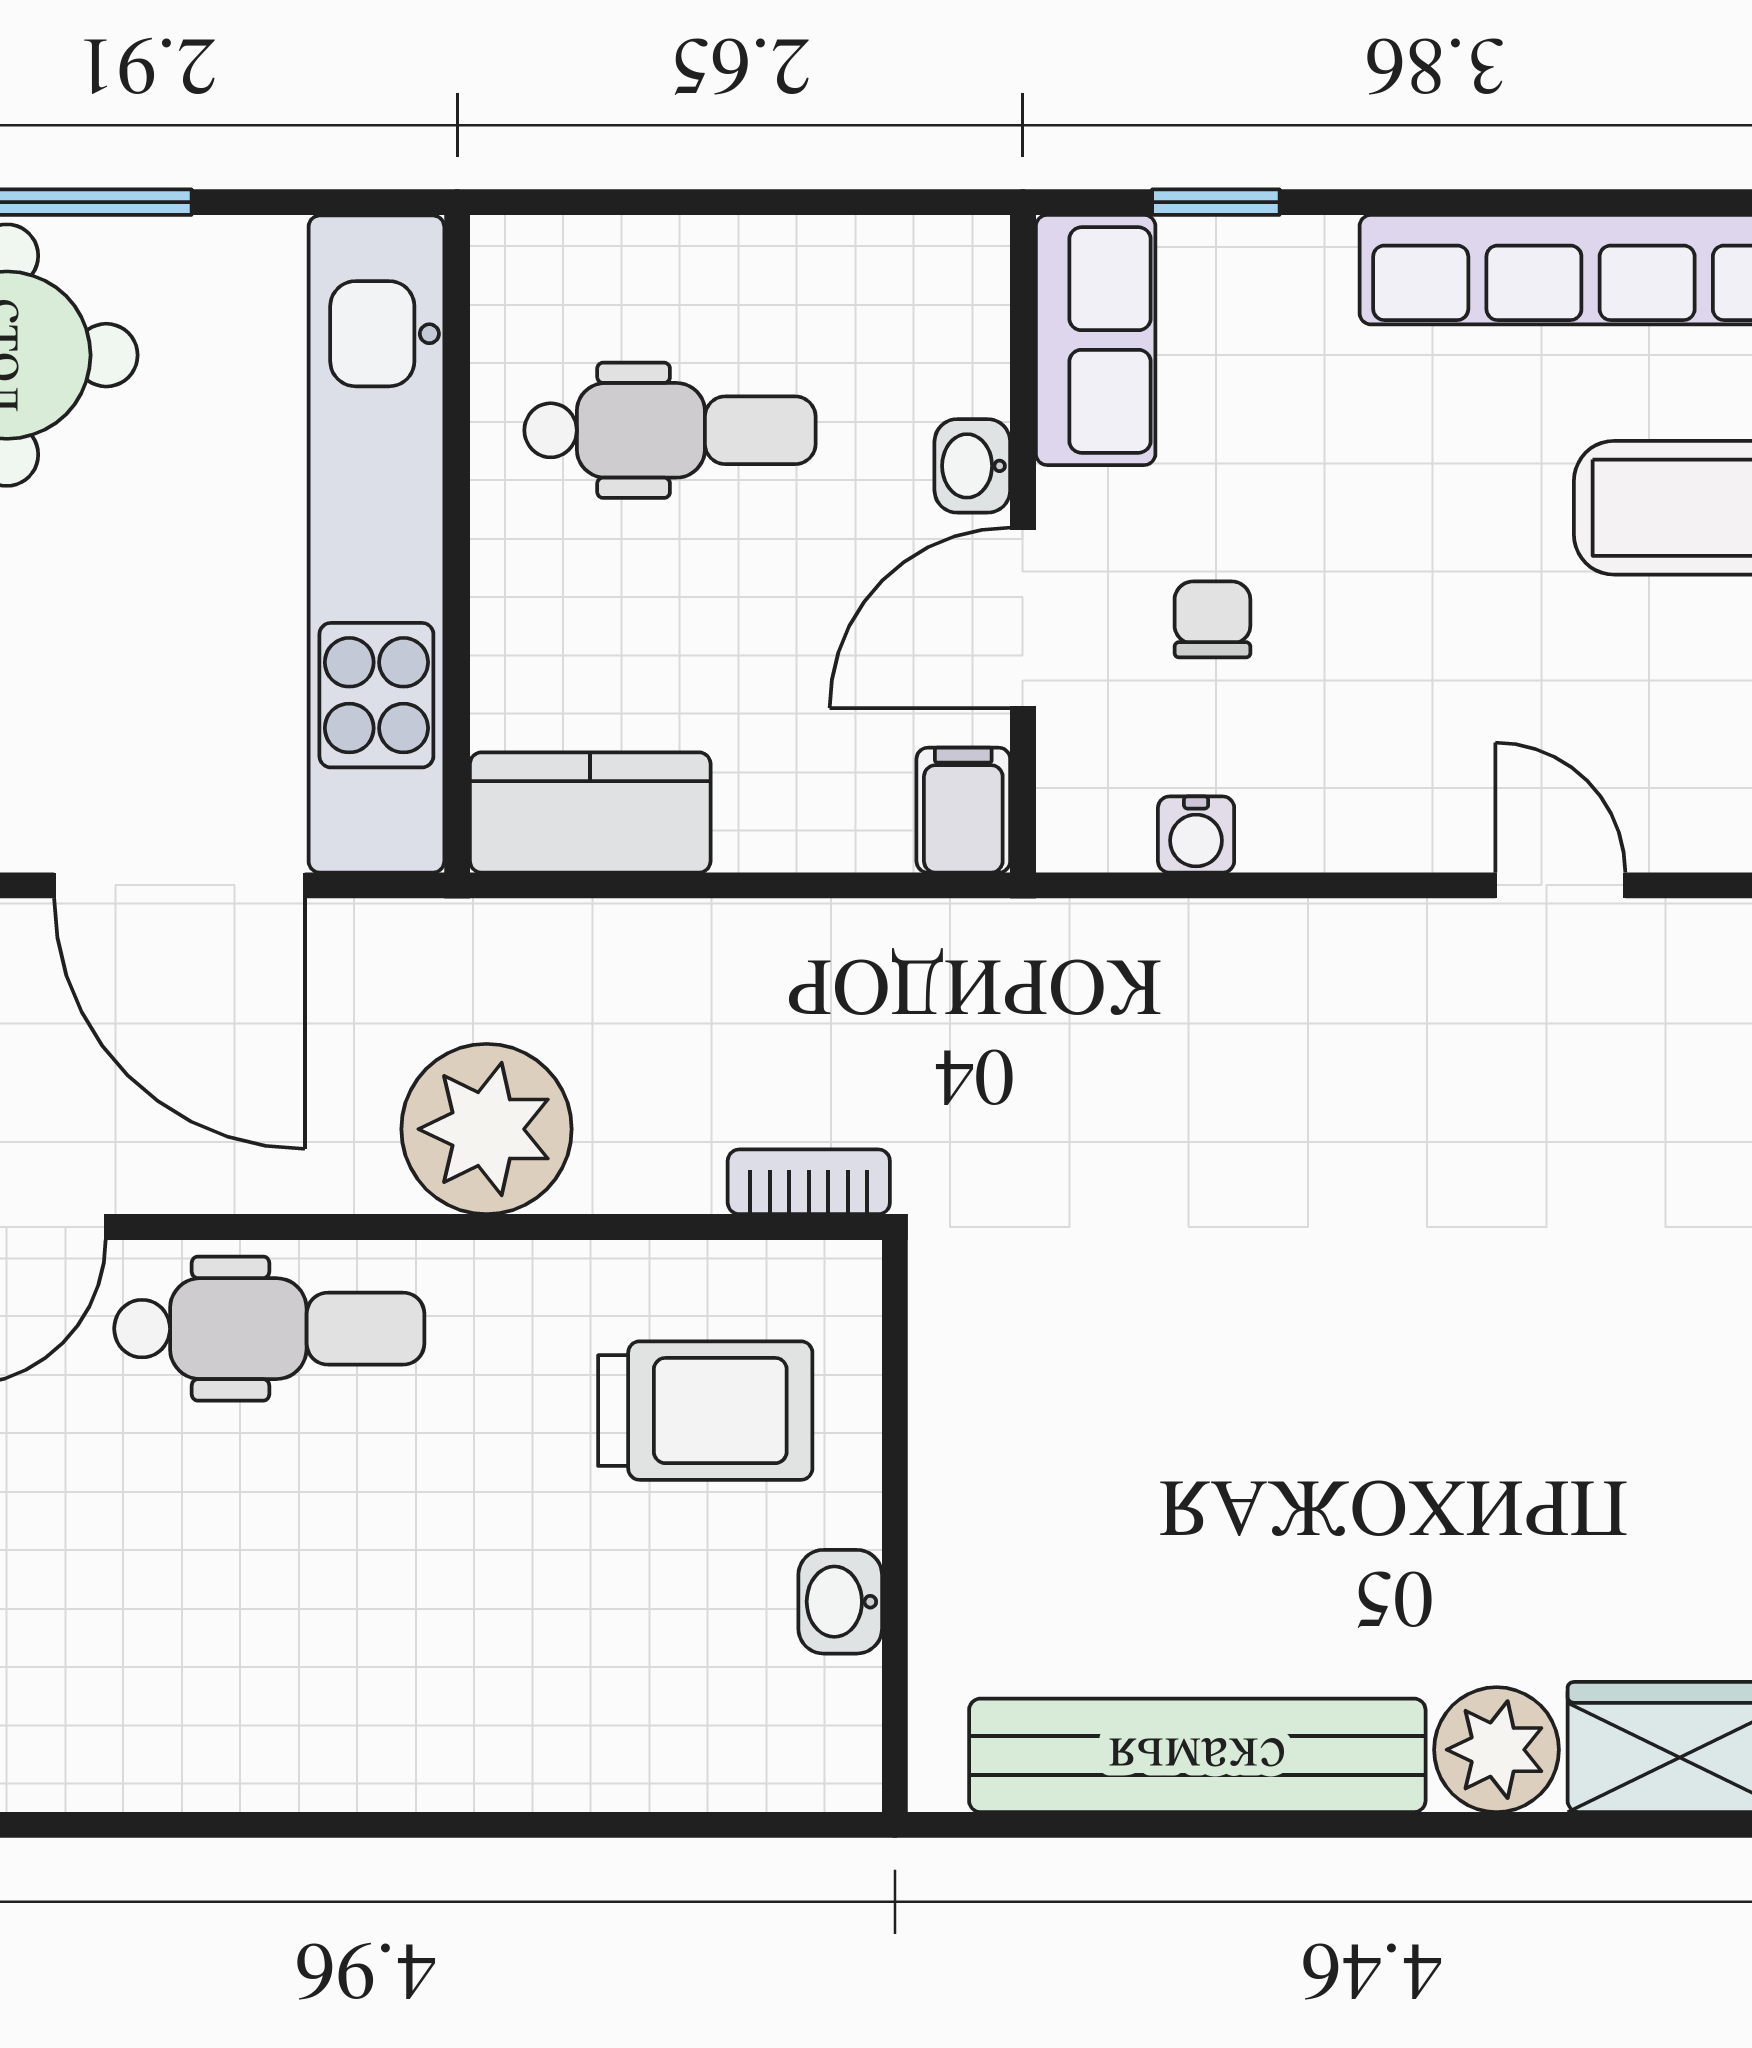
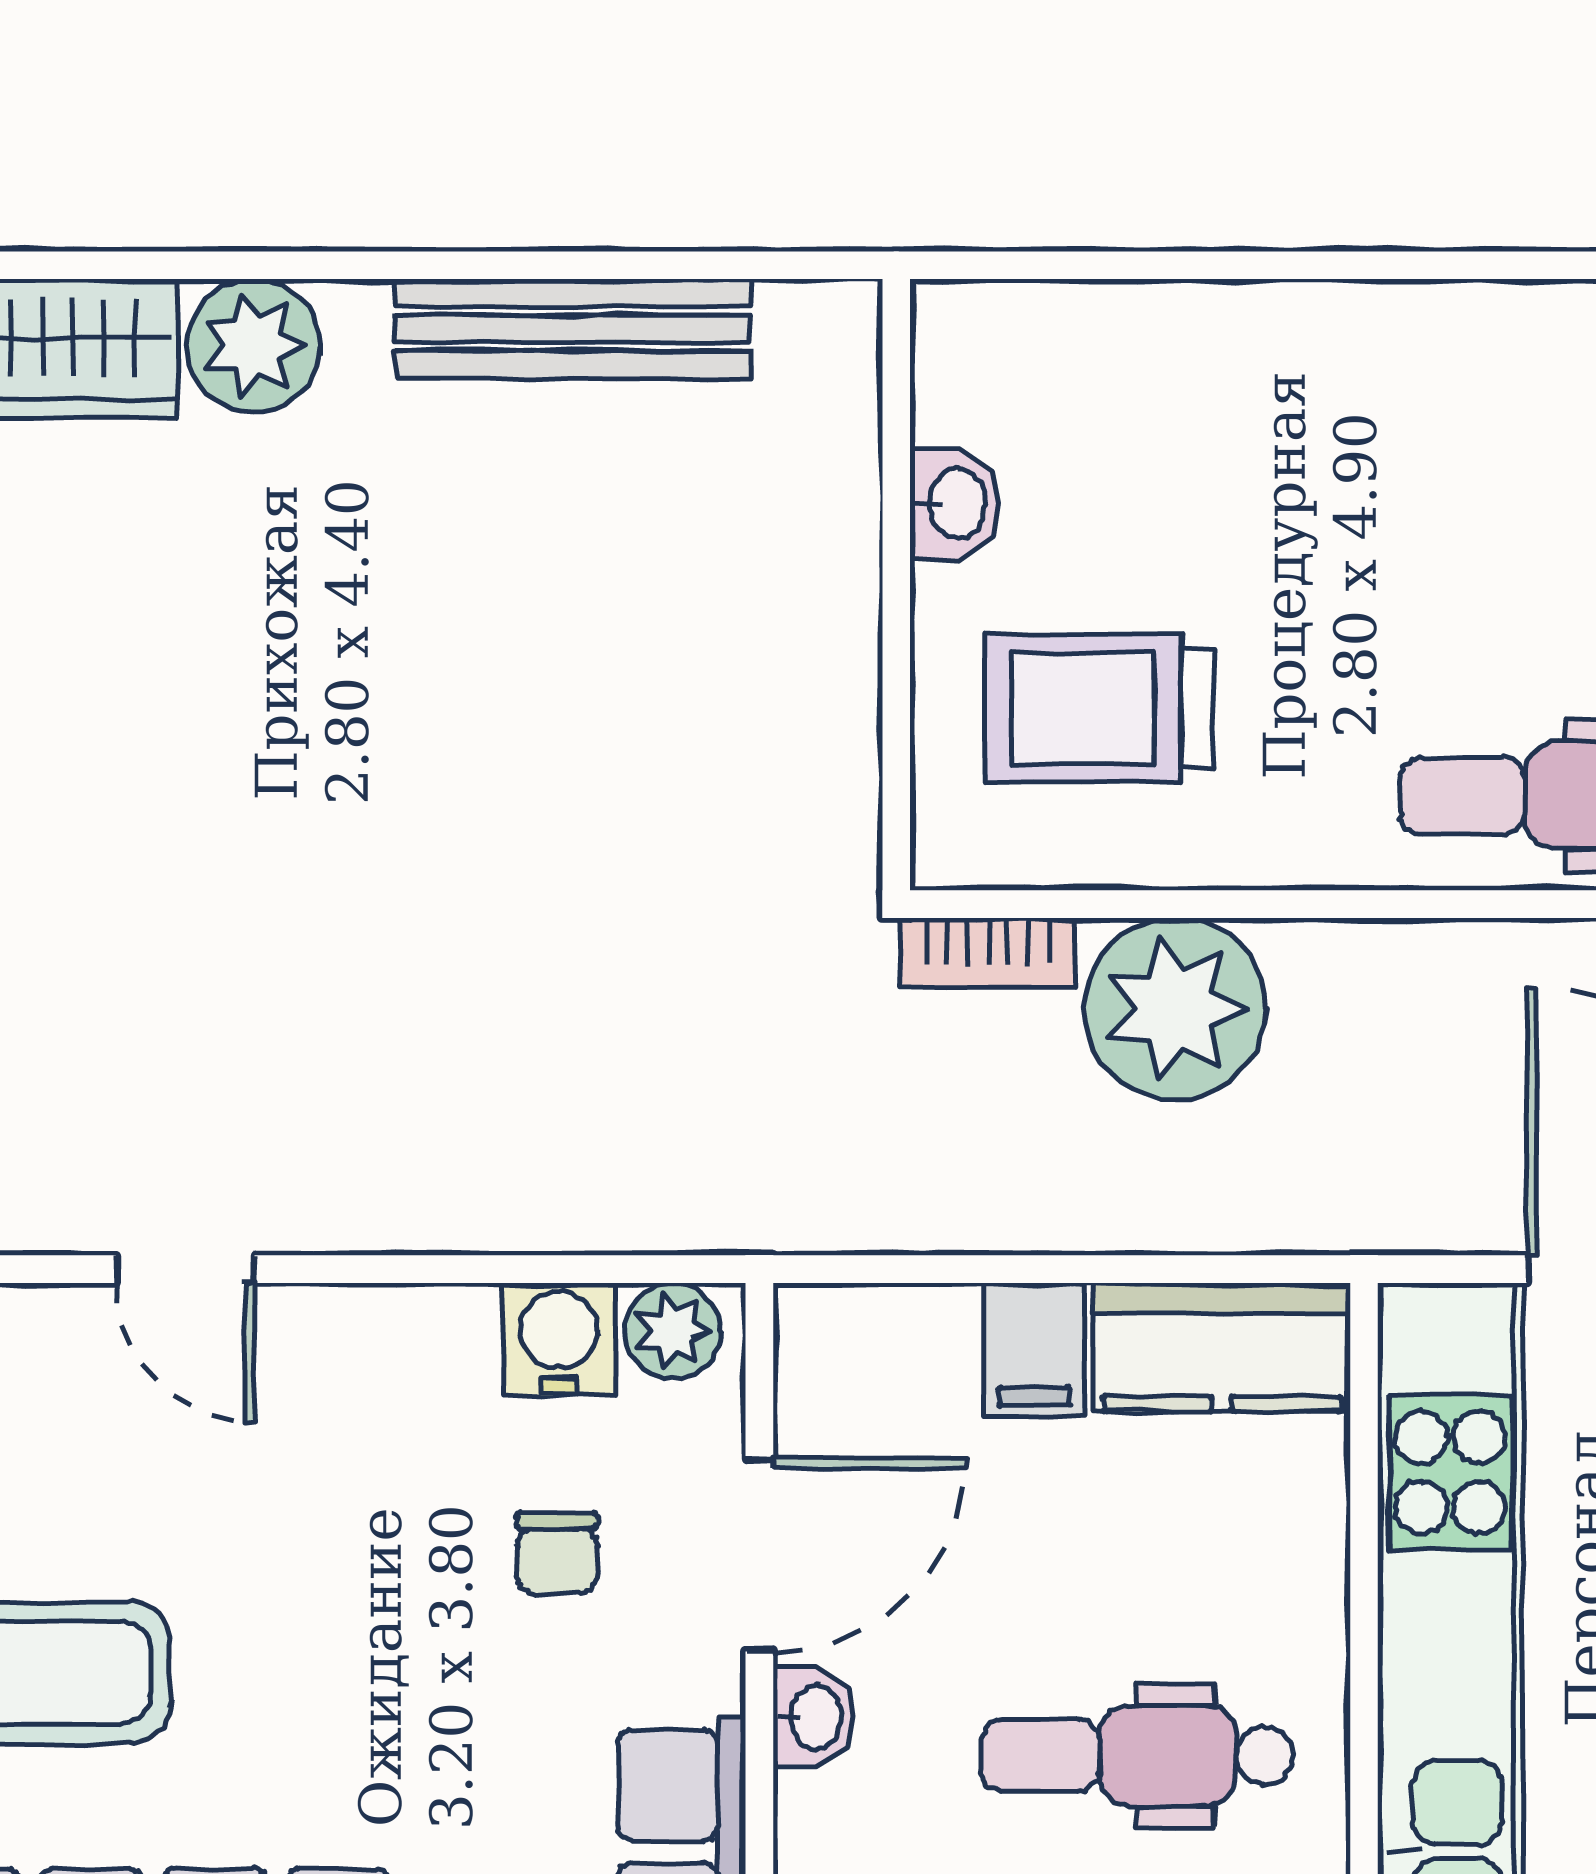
filing cabinet: (963, 810) -> (1034, 1350), moved
plant: (1104, 827) -> (672, 1331), added
water cooler: (1196, 834) -> (559, 1339), width x1.38, depth x1.38
plant: (486, 1129) -> (1175, 1009), moved
bench: (1197, 1755) -> (573, 329), width x0.73, depth x0.82

